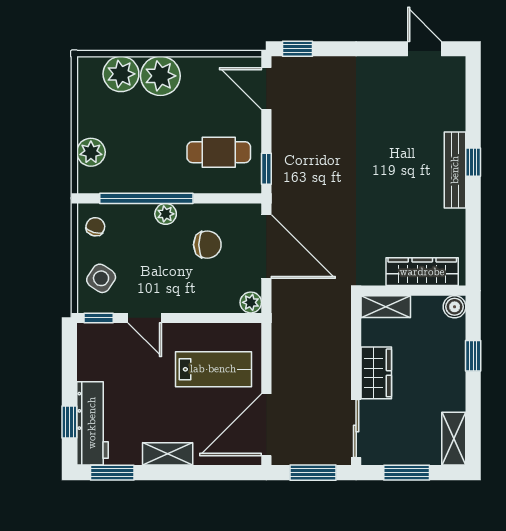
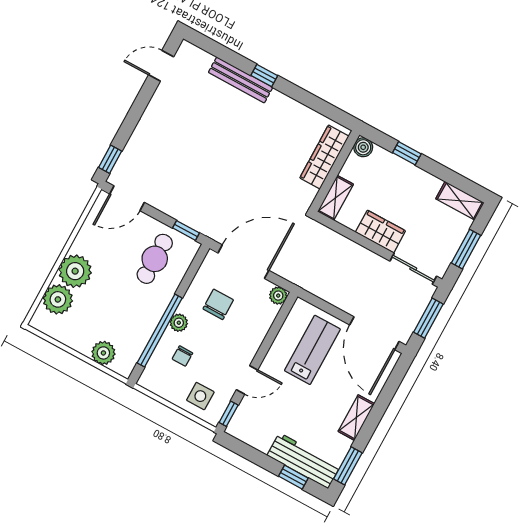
bench: (455, 170) -> (241, 80), moved
chair: (95, 227) -> (182, 356), moved, turned -106
side table: (101, 278) -> (200, 396), turned -34

